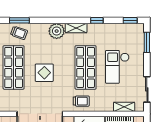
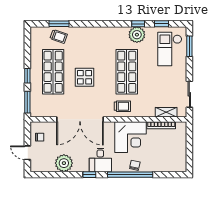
window: (130, 20) -> (162, 24), moved
shelving: (76, 28) -> (117, 31), removed
plant: (57, 31) -> (137, 35), moved
checkout: (117, 67) -> (170, 49), moved

